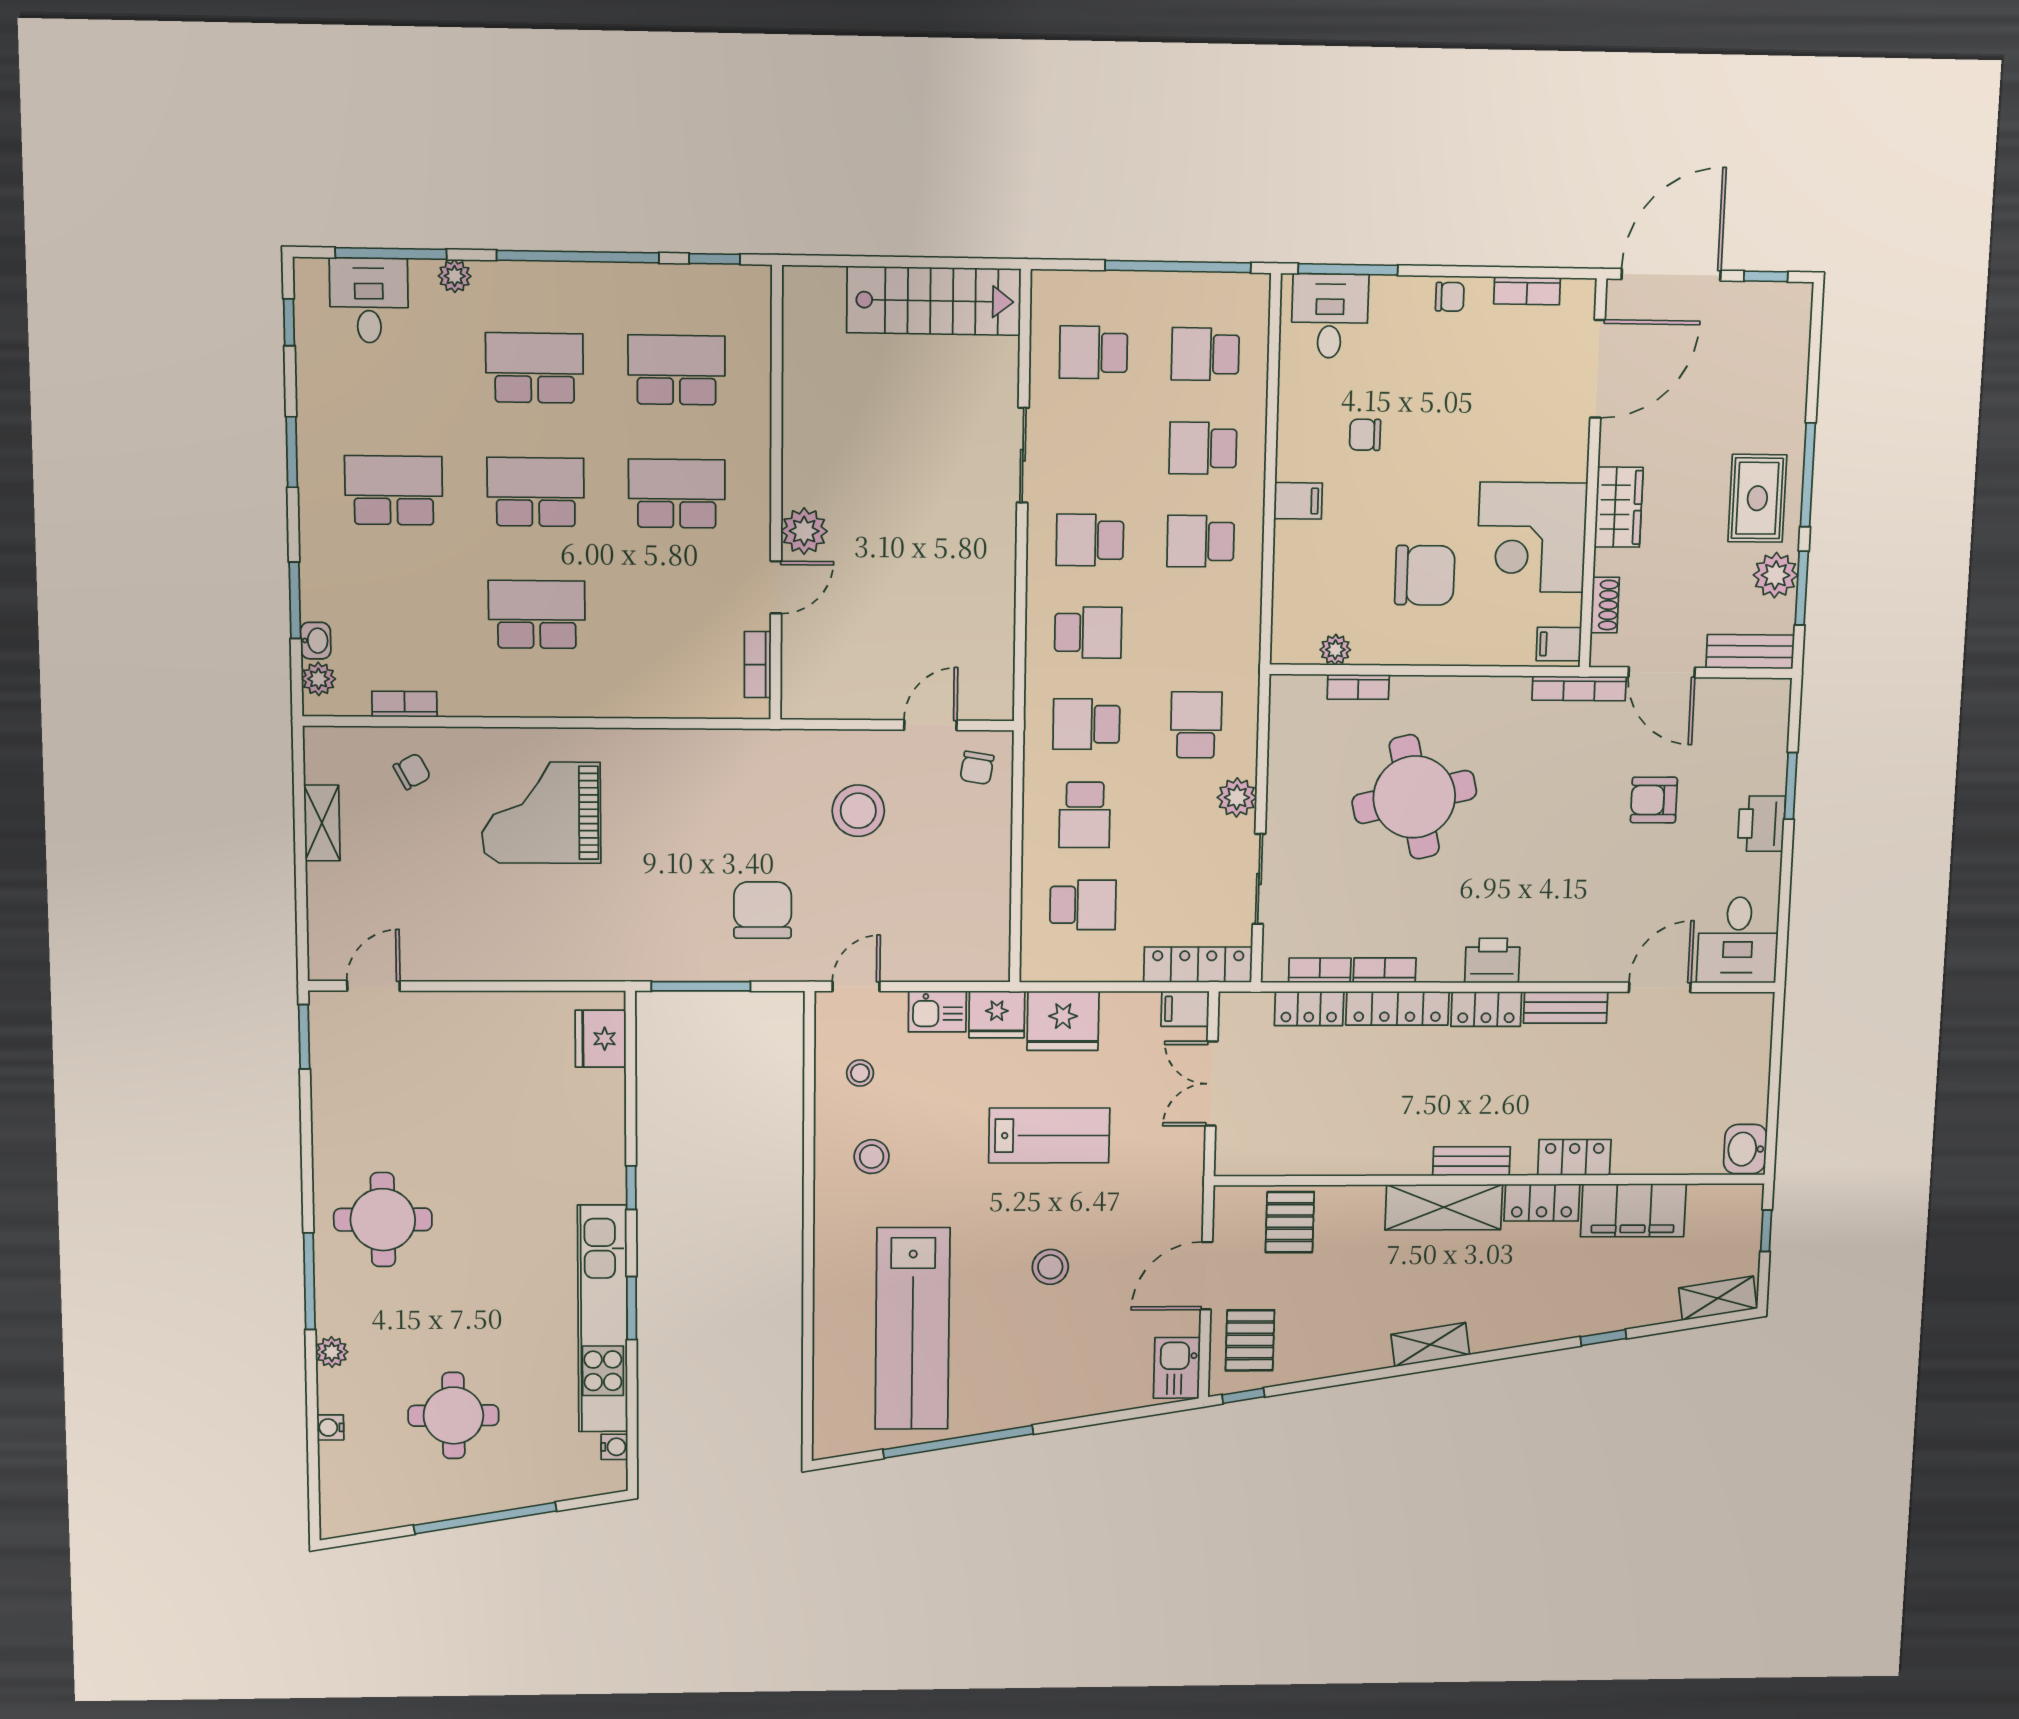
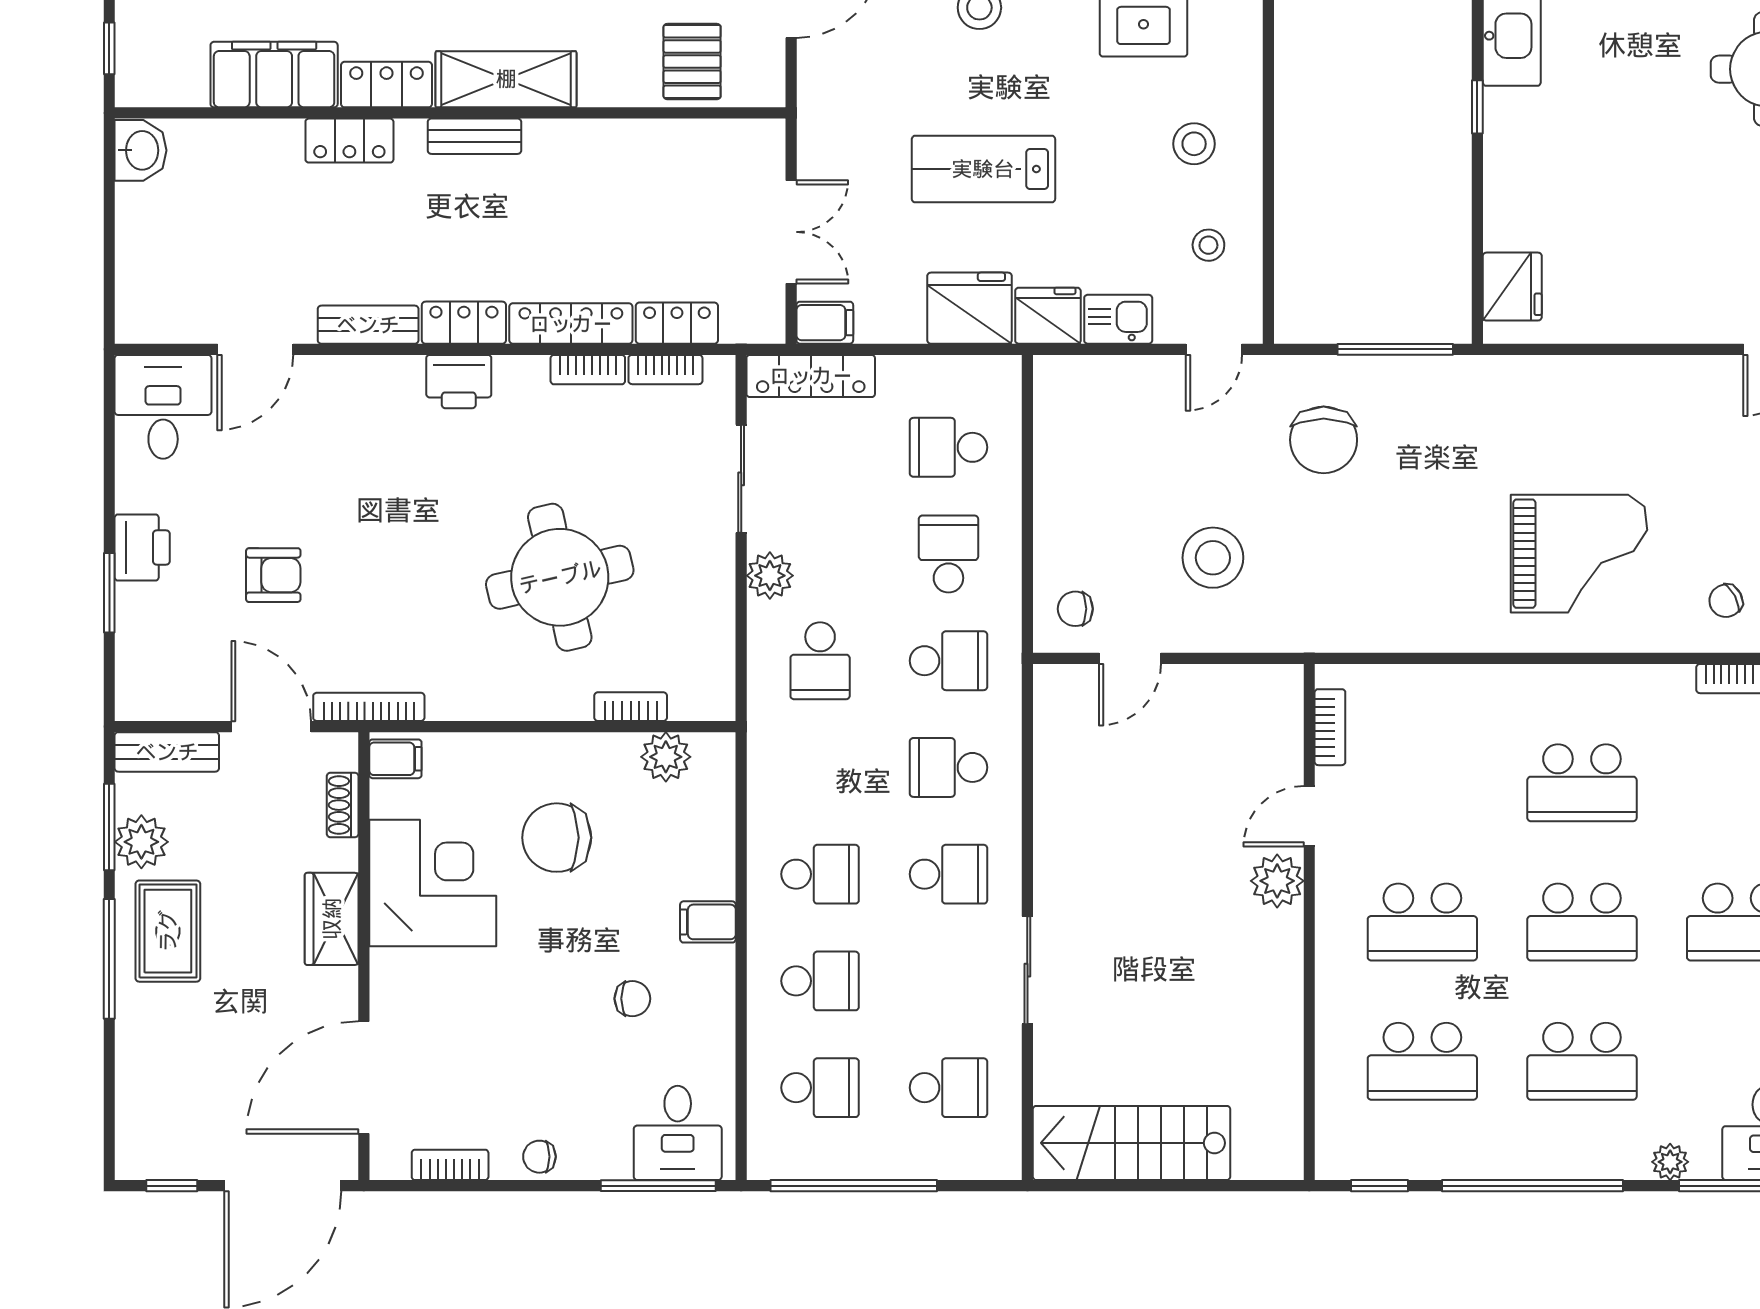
plant: (1335, 650) -> (666, 757), width x1.38, depth x1.38
chair: (977, 768) -> (1075, 609), turned -99

